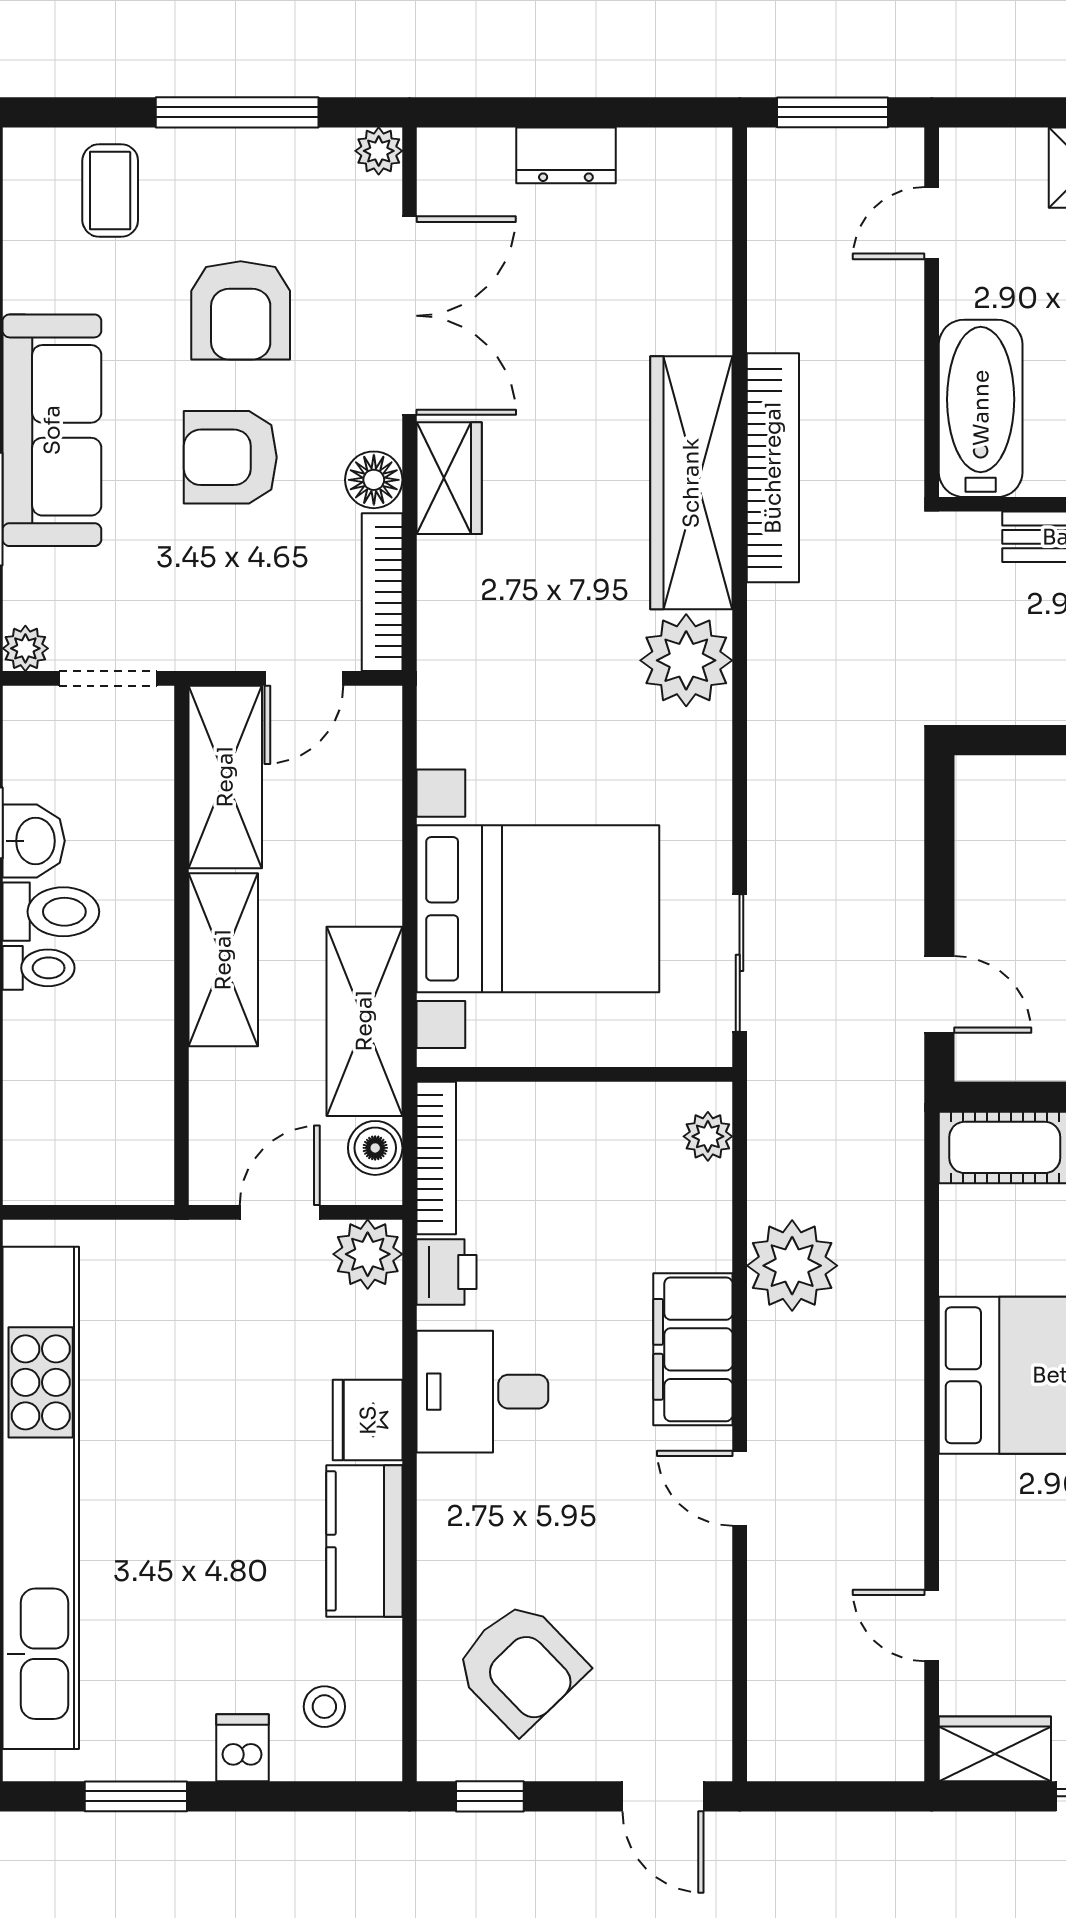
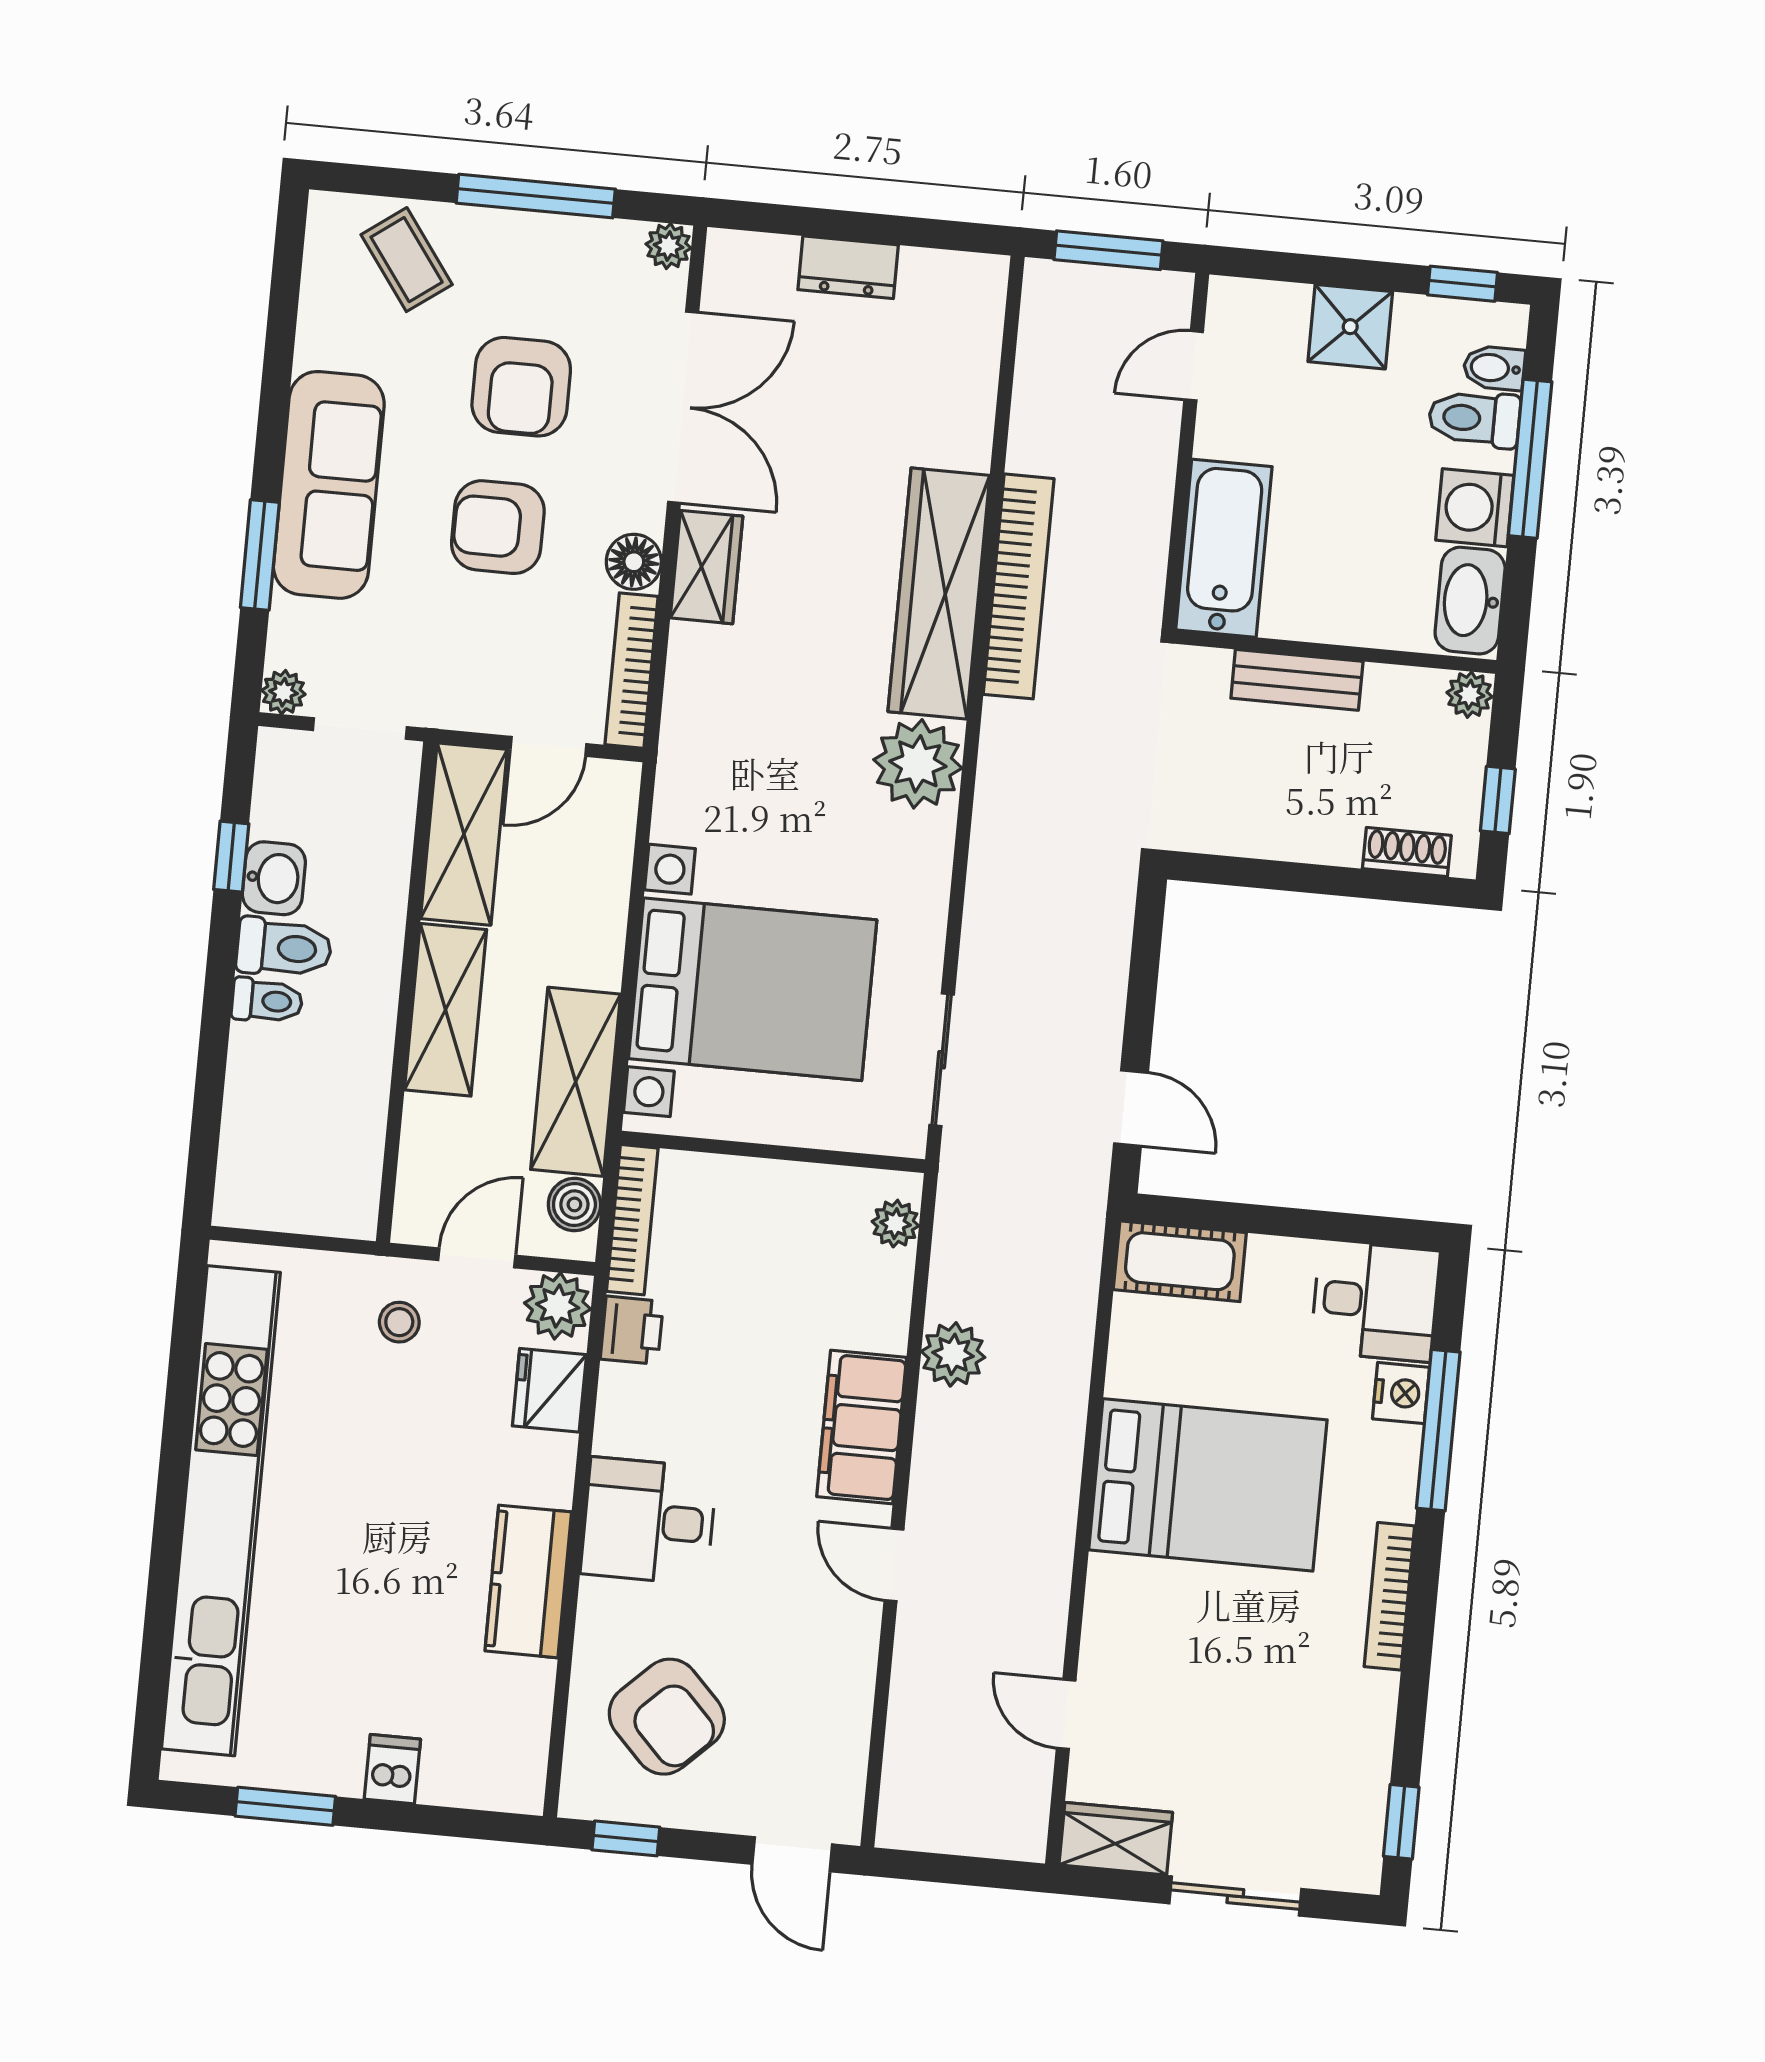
coffee table: (110, 190) -> (407, 260), turned -36
plant: (792, 1266) -> (953, 1354), width x0.73, depth x0.73
desk: (482, 1392) -> (649, 1521), moved
fridge: (368, 1420) -> (549, 1390), moved
stool: (324, 1707) -> (399, 1322), moved

